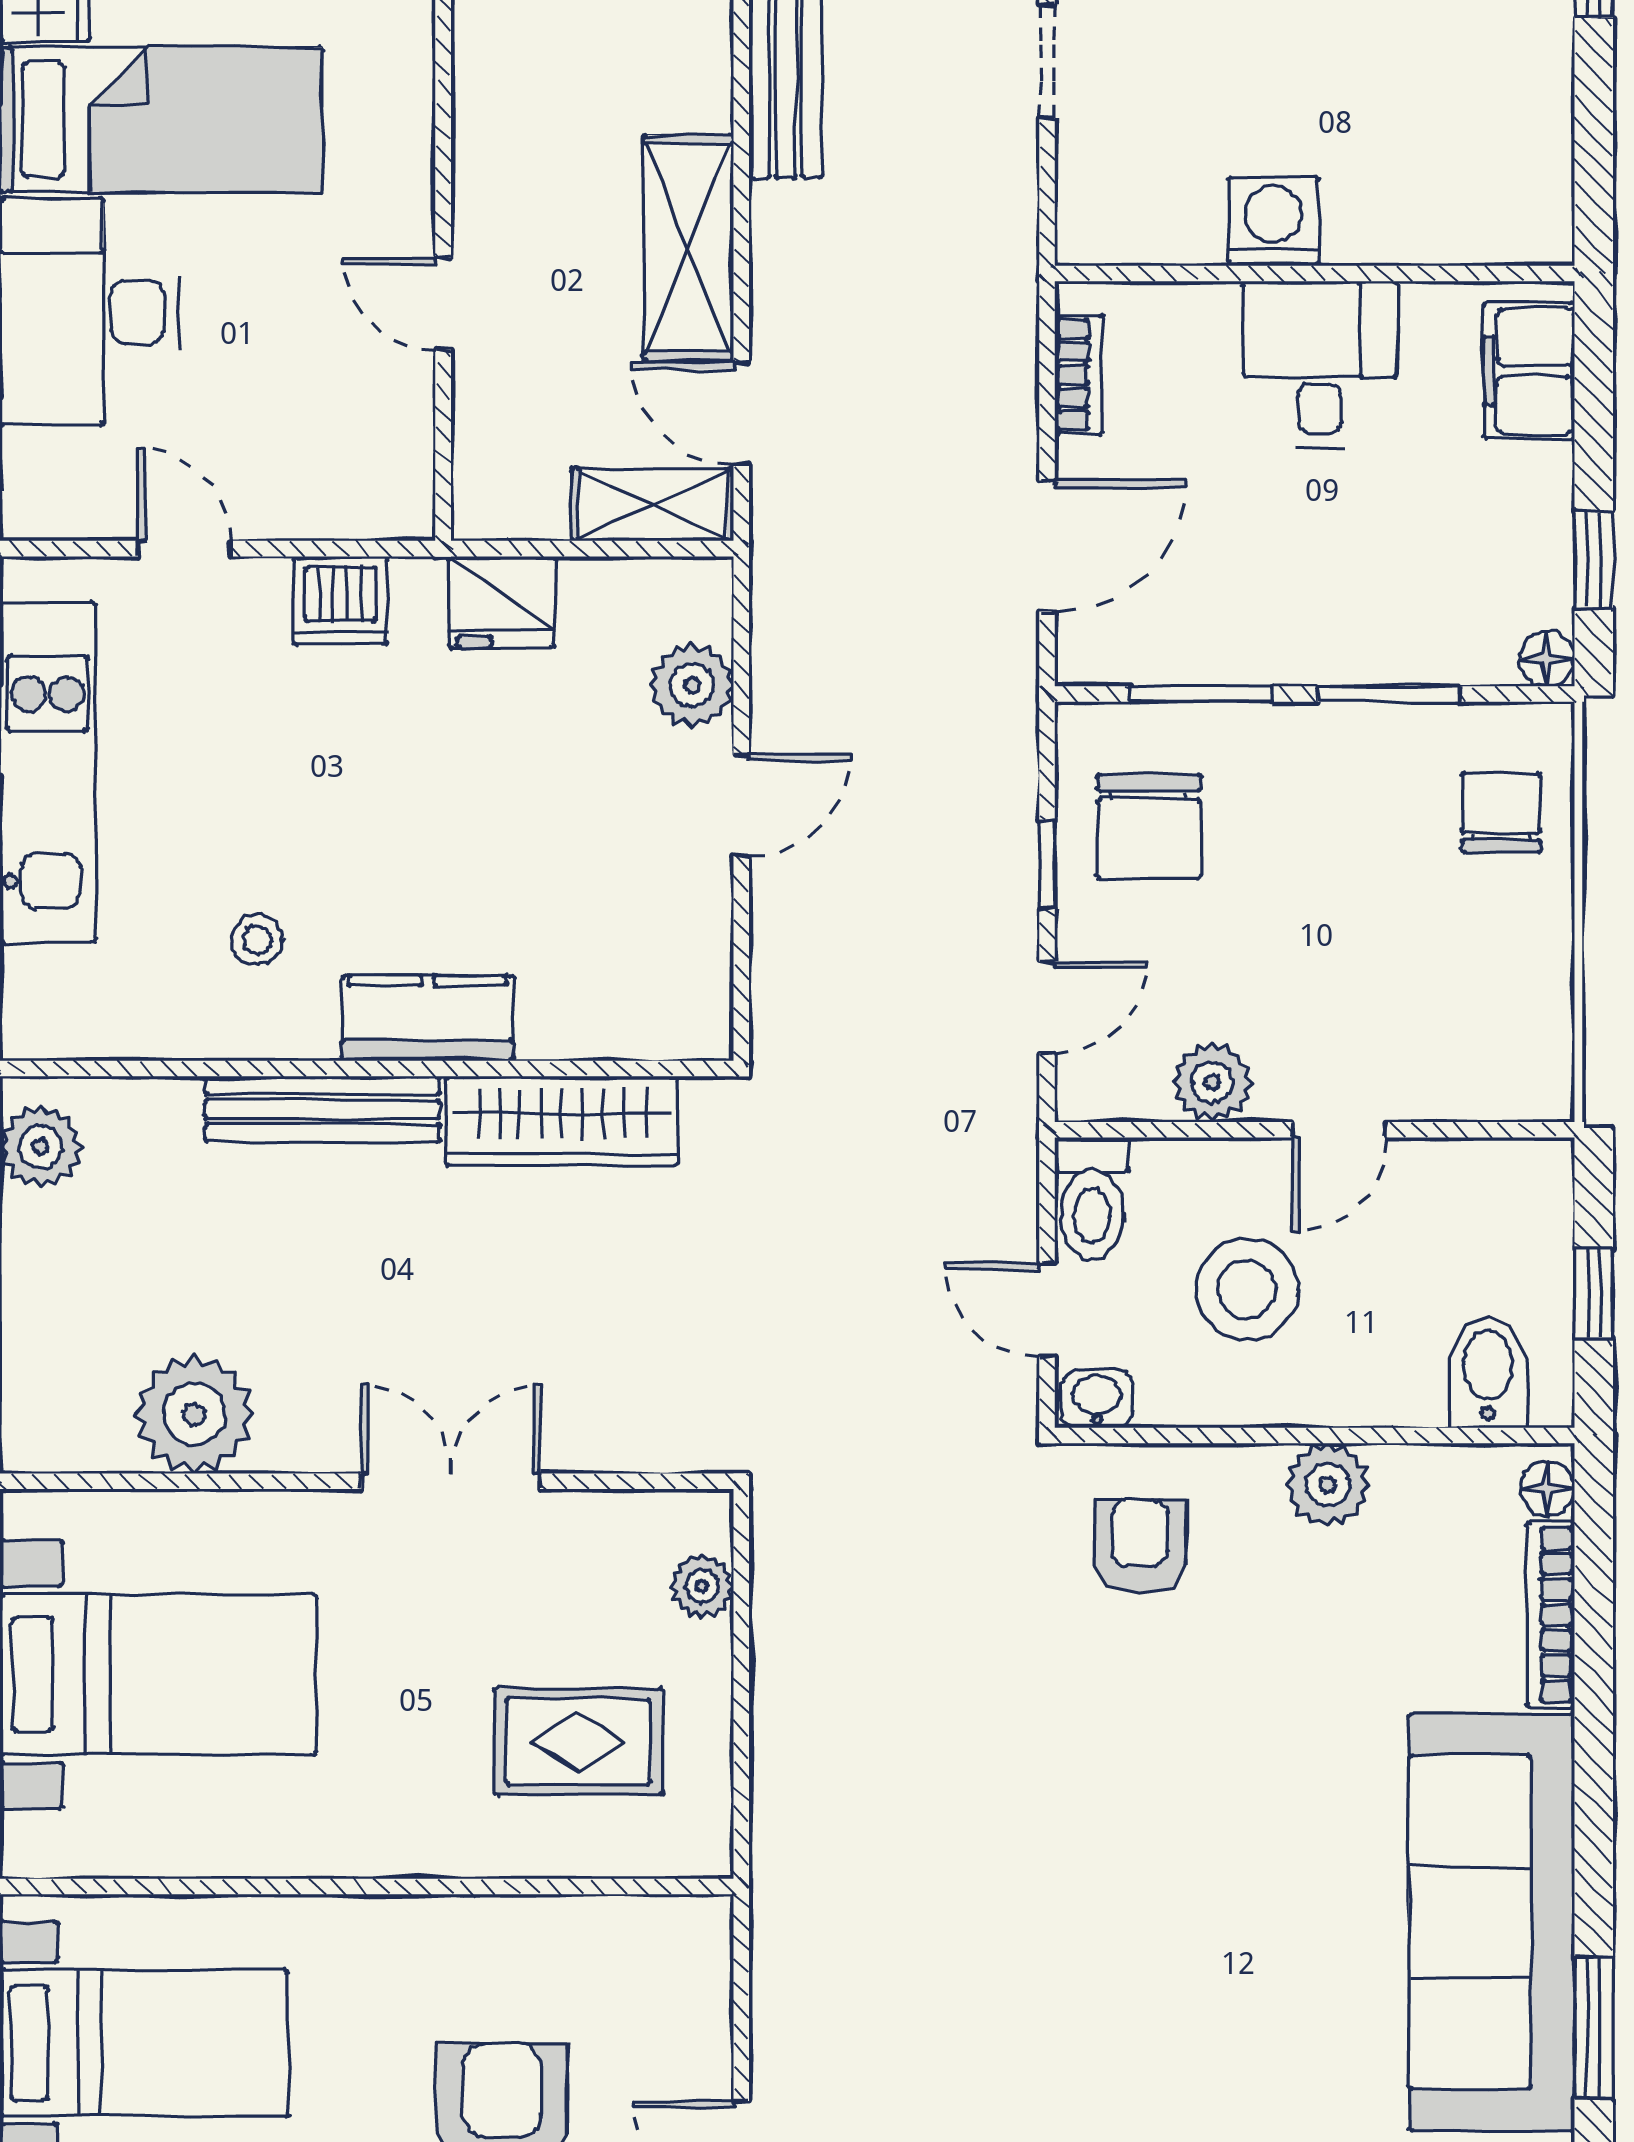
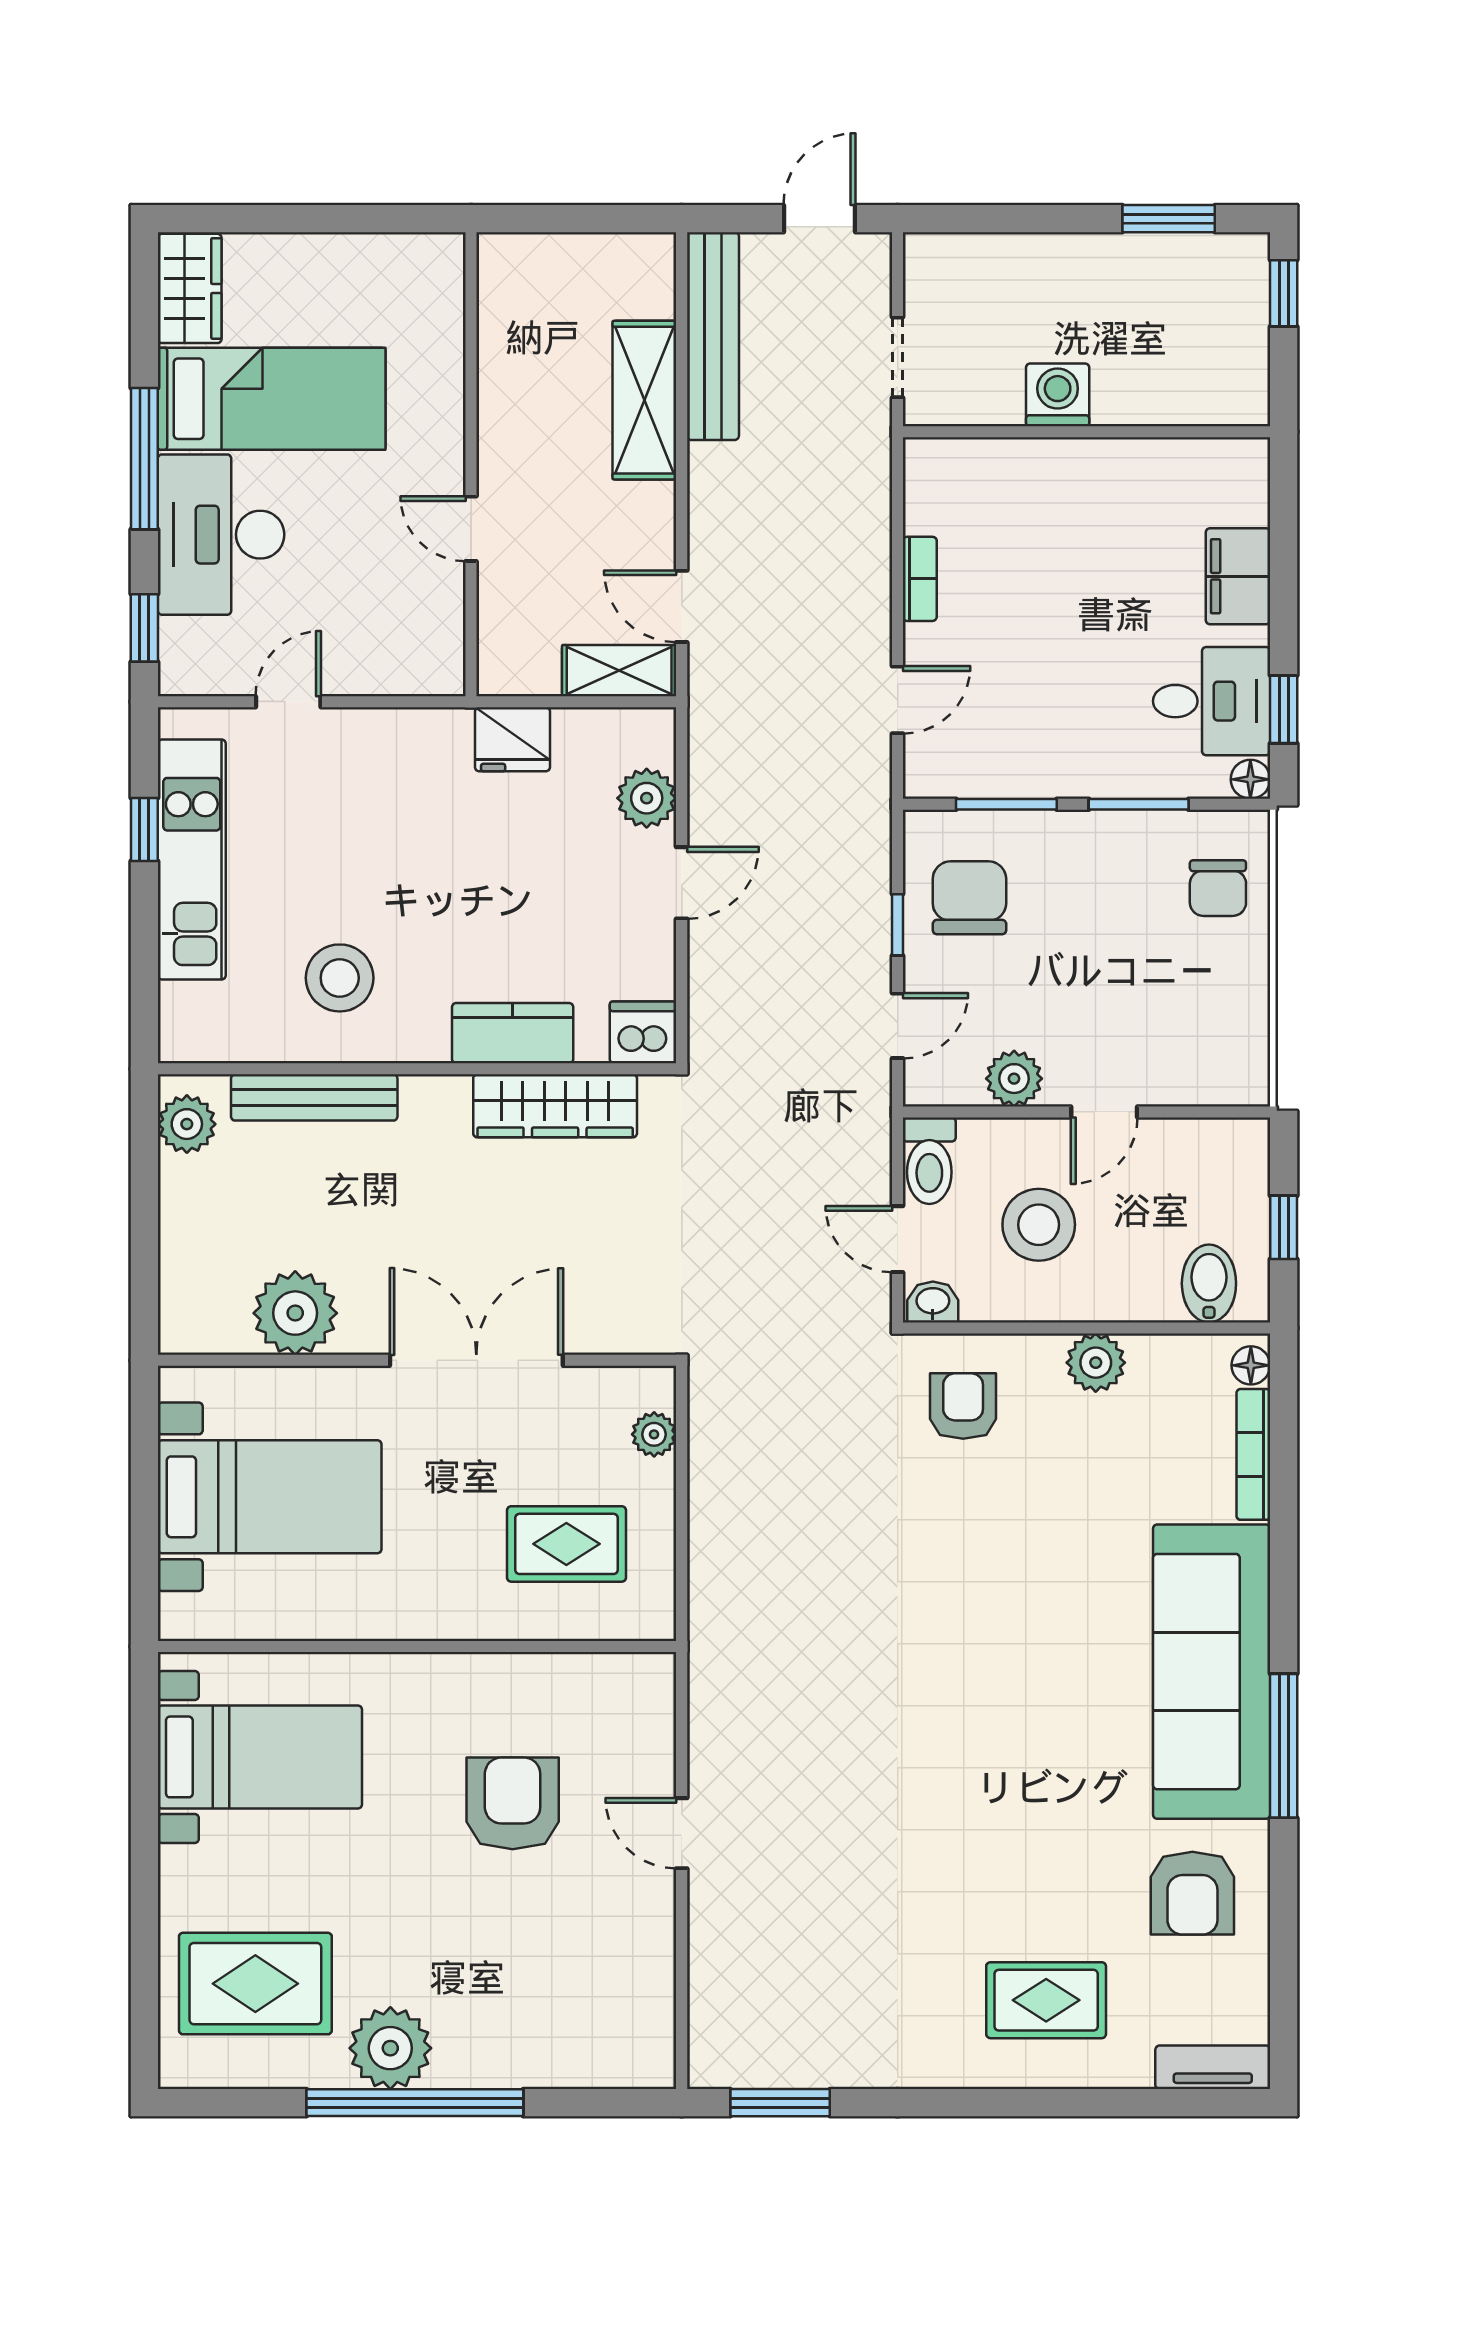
washing machine: (1274, 221) -> (1058, 395), moved
shelving: (689, 248) -> (644, 400), moved
wall: (1315, 273) -> (1087, 432), moved
desk: (1320, 364) -> (1212, 701), moved, turned 90
door: (1047, 546) -> (898, 700), width x0.73
door: (184, 549) -> (288, 702), hinge flipped
dishwasher: (340, 600) -> (643, 1032), moved, turned 180
chair: (1501, 813) -> (1218, 888), turned 180
chair: (1149, 826) -> (969, 898), turned 180
stool: (257, 940) -> (340, 978), width x1.89, depth x1.89
kitchen counter: (428, 1018) -> (513, 1033), moved
bench: (322, 1109) -> (314, 1097), moved
double door: (451, 1481) -> (476, 1360), width x1.37
window: (1594, 2027) -> (1284, 1746), width x1.44

